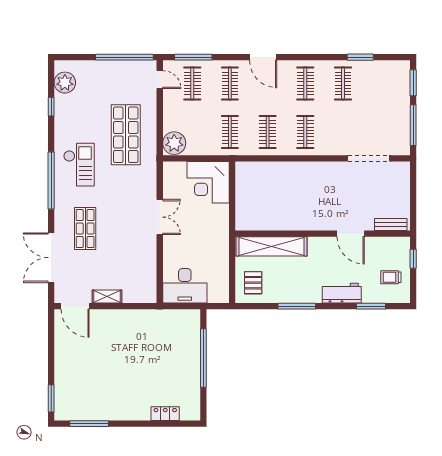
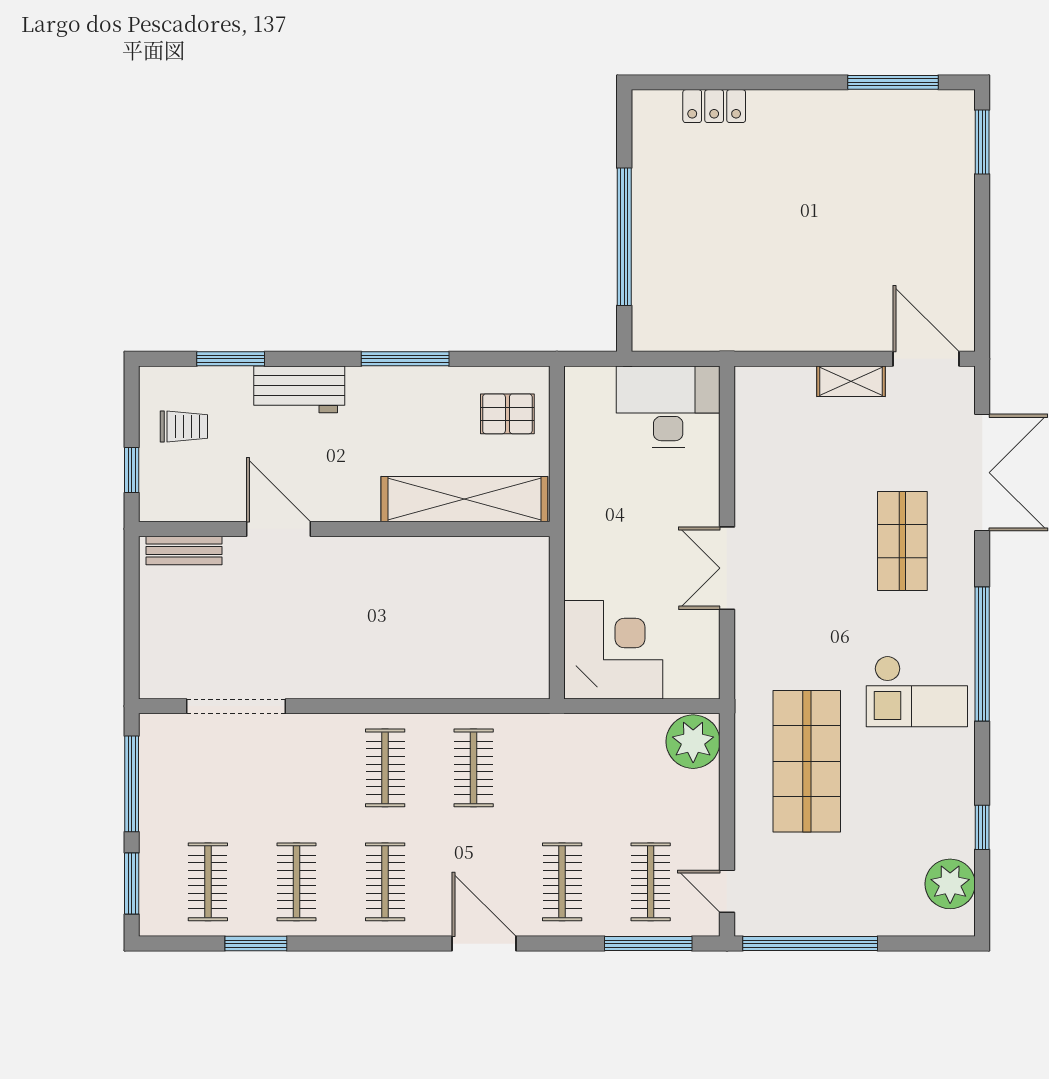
clothes rail: (230, 132) -> (208, 882), moved
checkout: (79, 165) -> (917, 691), turned -90
pallet: (253, 283) -> (507, 414), turned 90

